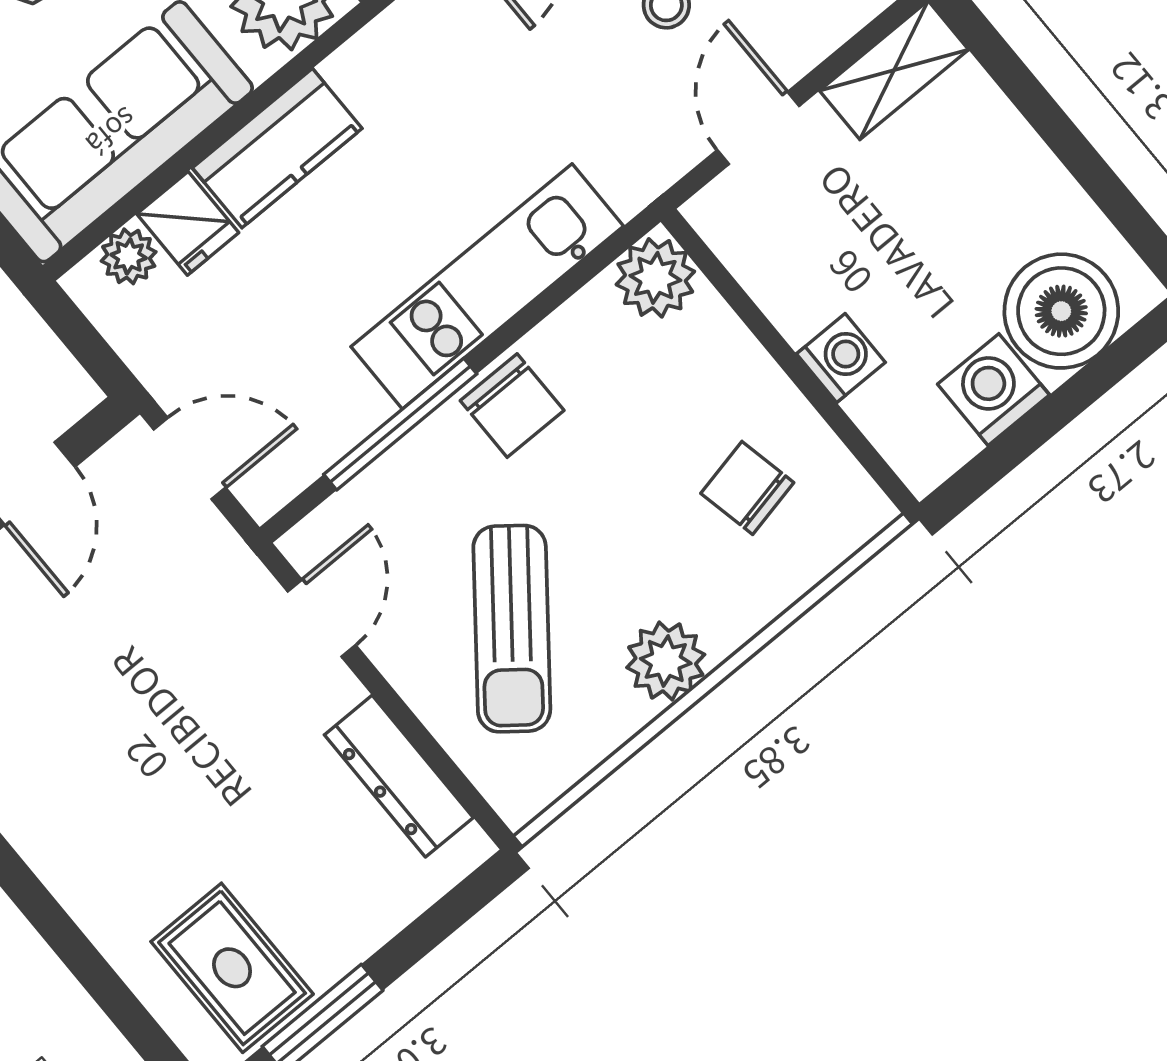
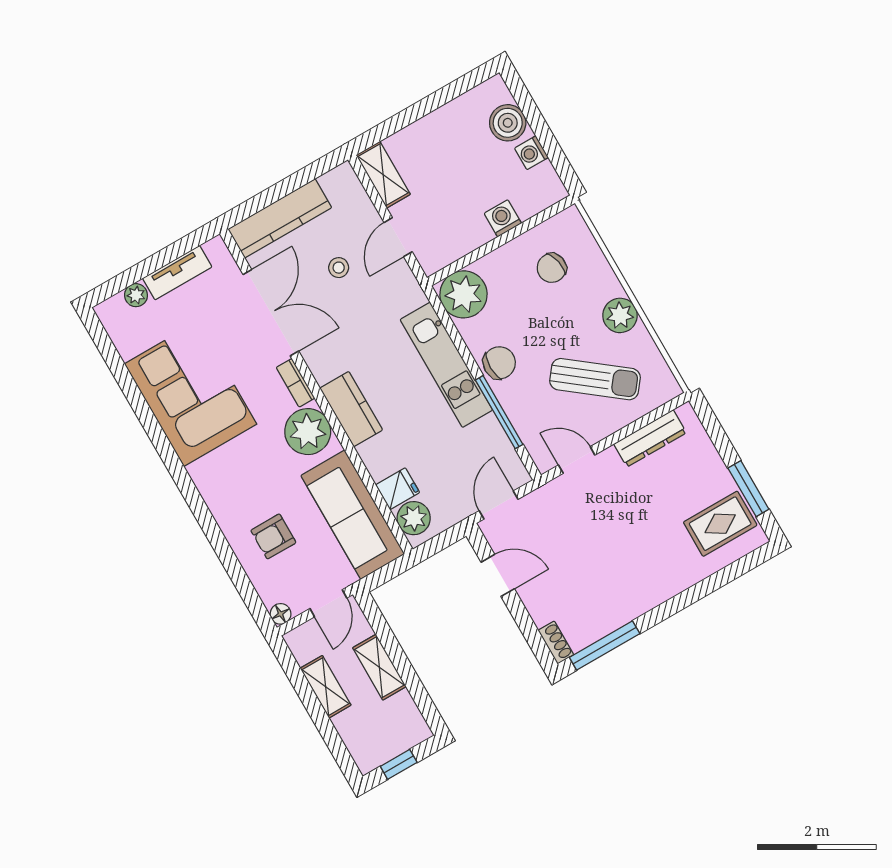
door: (758, 128) -> (398, 237), hinge flipped
kitchen counter: (277, 148) -> (351, 409), moved
plant: (129, 256) -> (414, 518), width x1.38, depth x1.38
plant: (655, 278) -> (464, 294), width x1.36, depth x1.36
boiler: (1061, 311) -> (508, 123), width x0.73, depth x0.73
washing machine: (993, 390) -> (531, 153), width x0.73, depth x0.73

